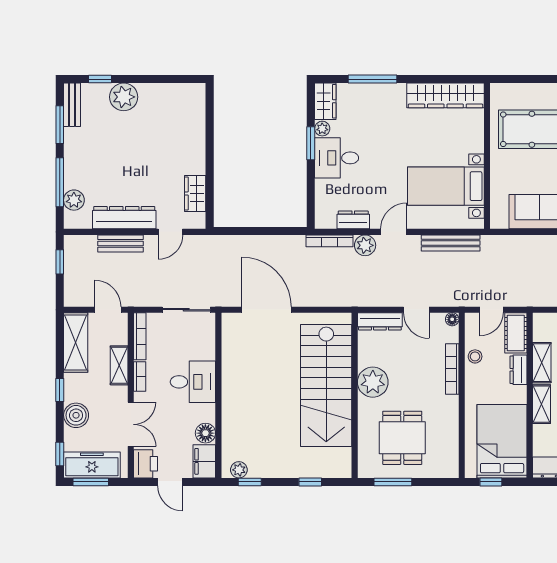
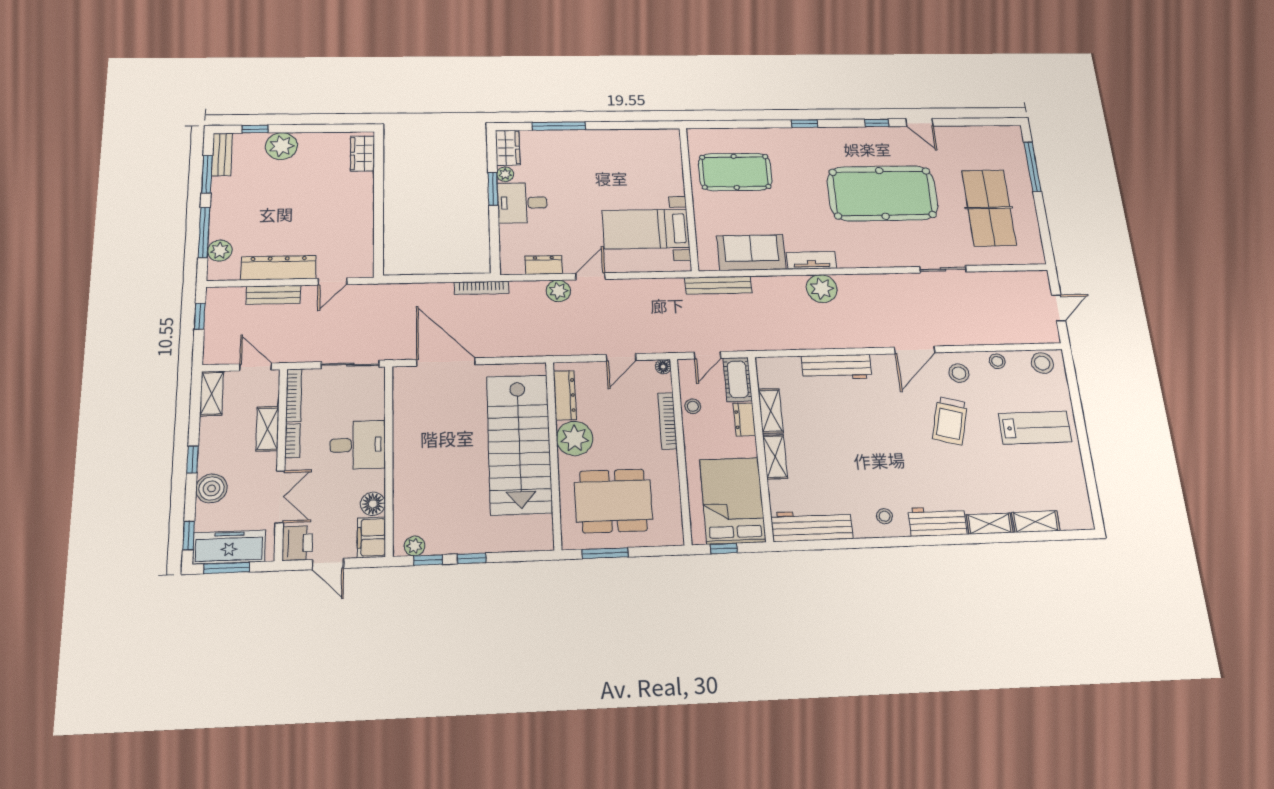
wardrobe: (445, 95) -> (639, 141), removed
wardrobe: (195, 193) -> (362, 153), moved
bookcase: (330, 241) -> (481, 288), moved
bench: (451, 243) -> (718, 285), moved
door: (416, 310) -> (621, 357), hinge flipped
dresser: (380, 321) -> (565, 395), moved, turned -90
shelving: (76, 342) -> (212, 393), width x0.67, depth x0.75
dining table: (402, 438) -> (613, 501), width x1.38
window: (310, 482) -> (472, 558), moved

